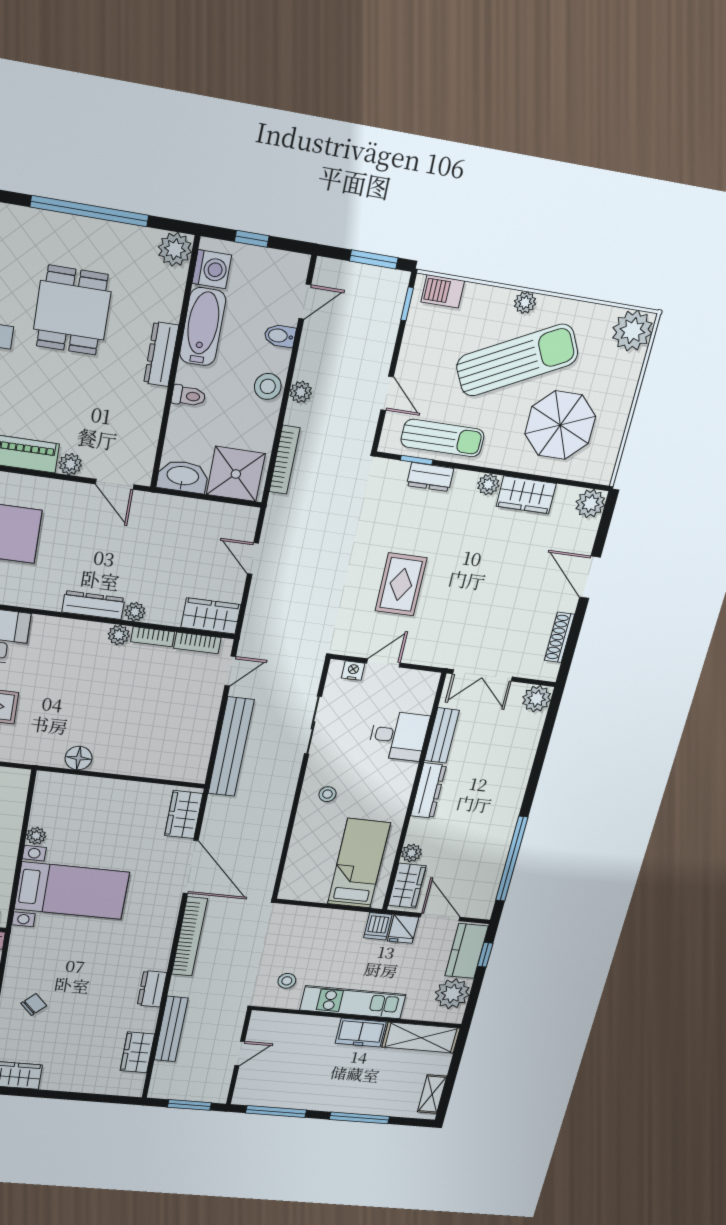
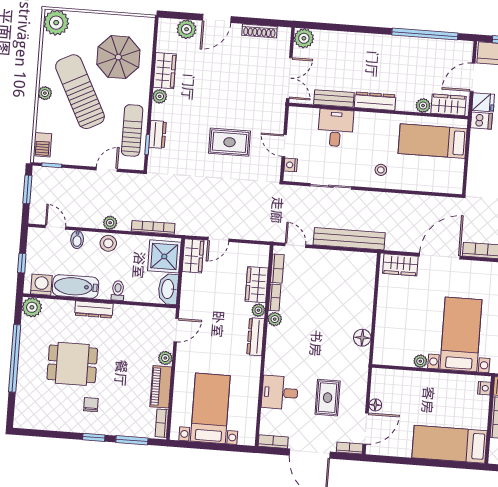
plant: (590, 503) -> (187, 29), moved
wardrobe: (232, 519) -> (193, 256), added
wardrobe: (211, 616) -> (257, 285), moved

